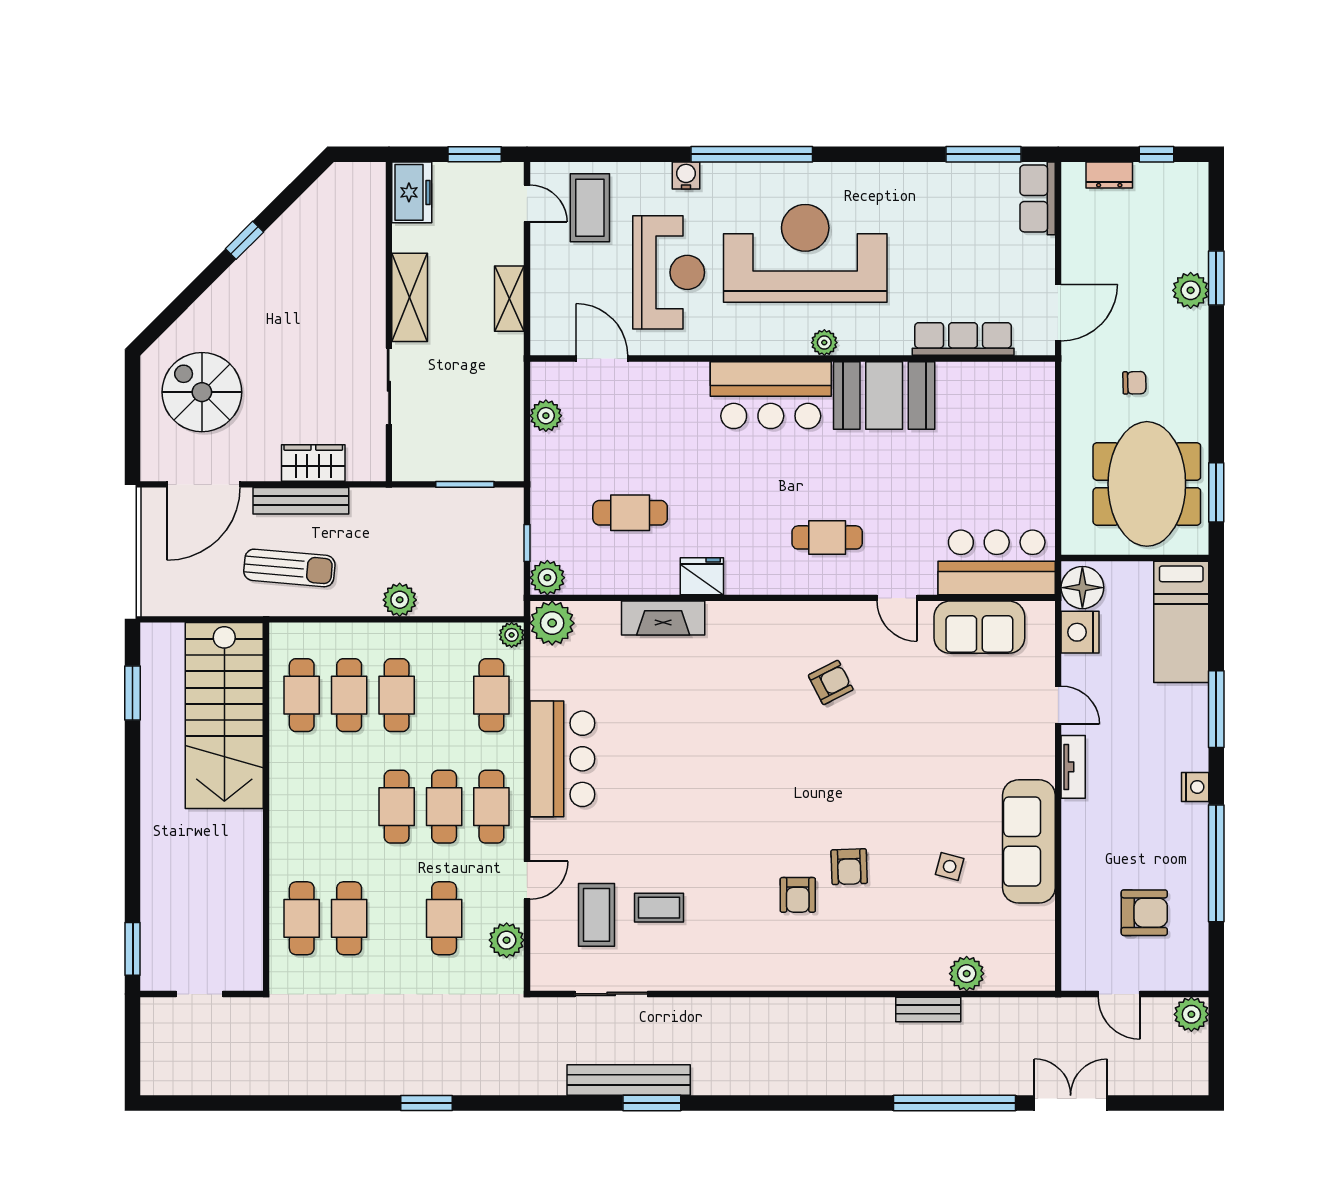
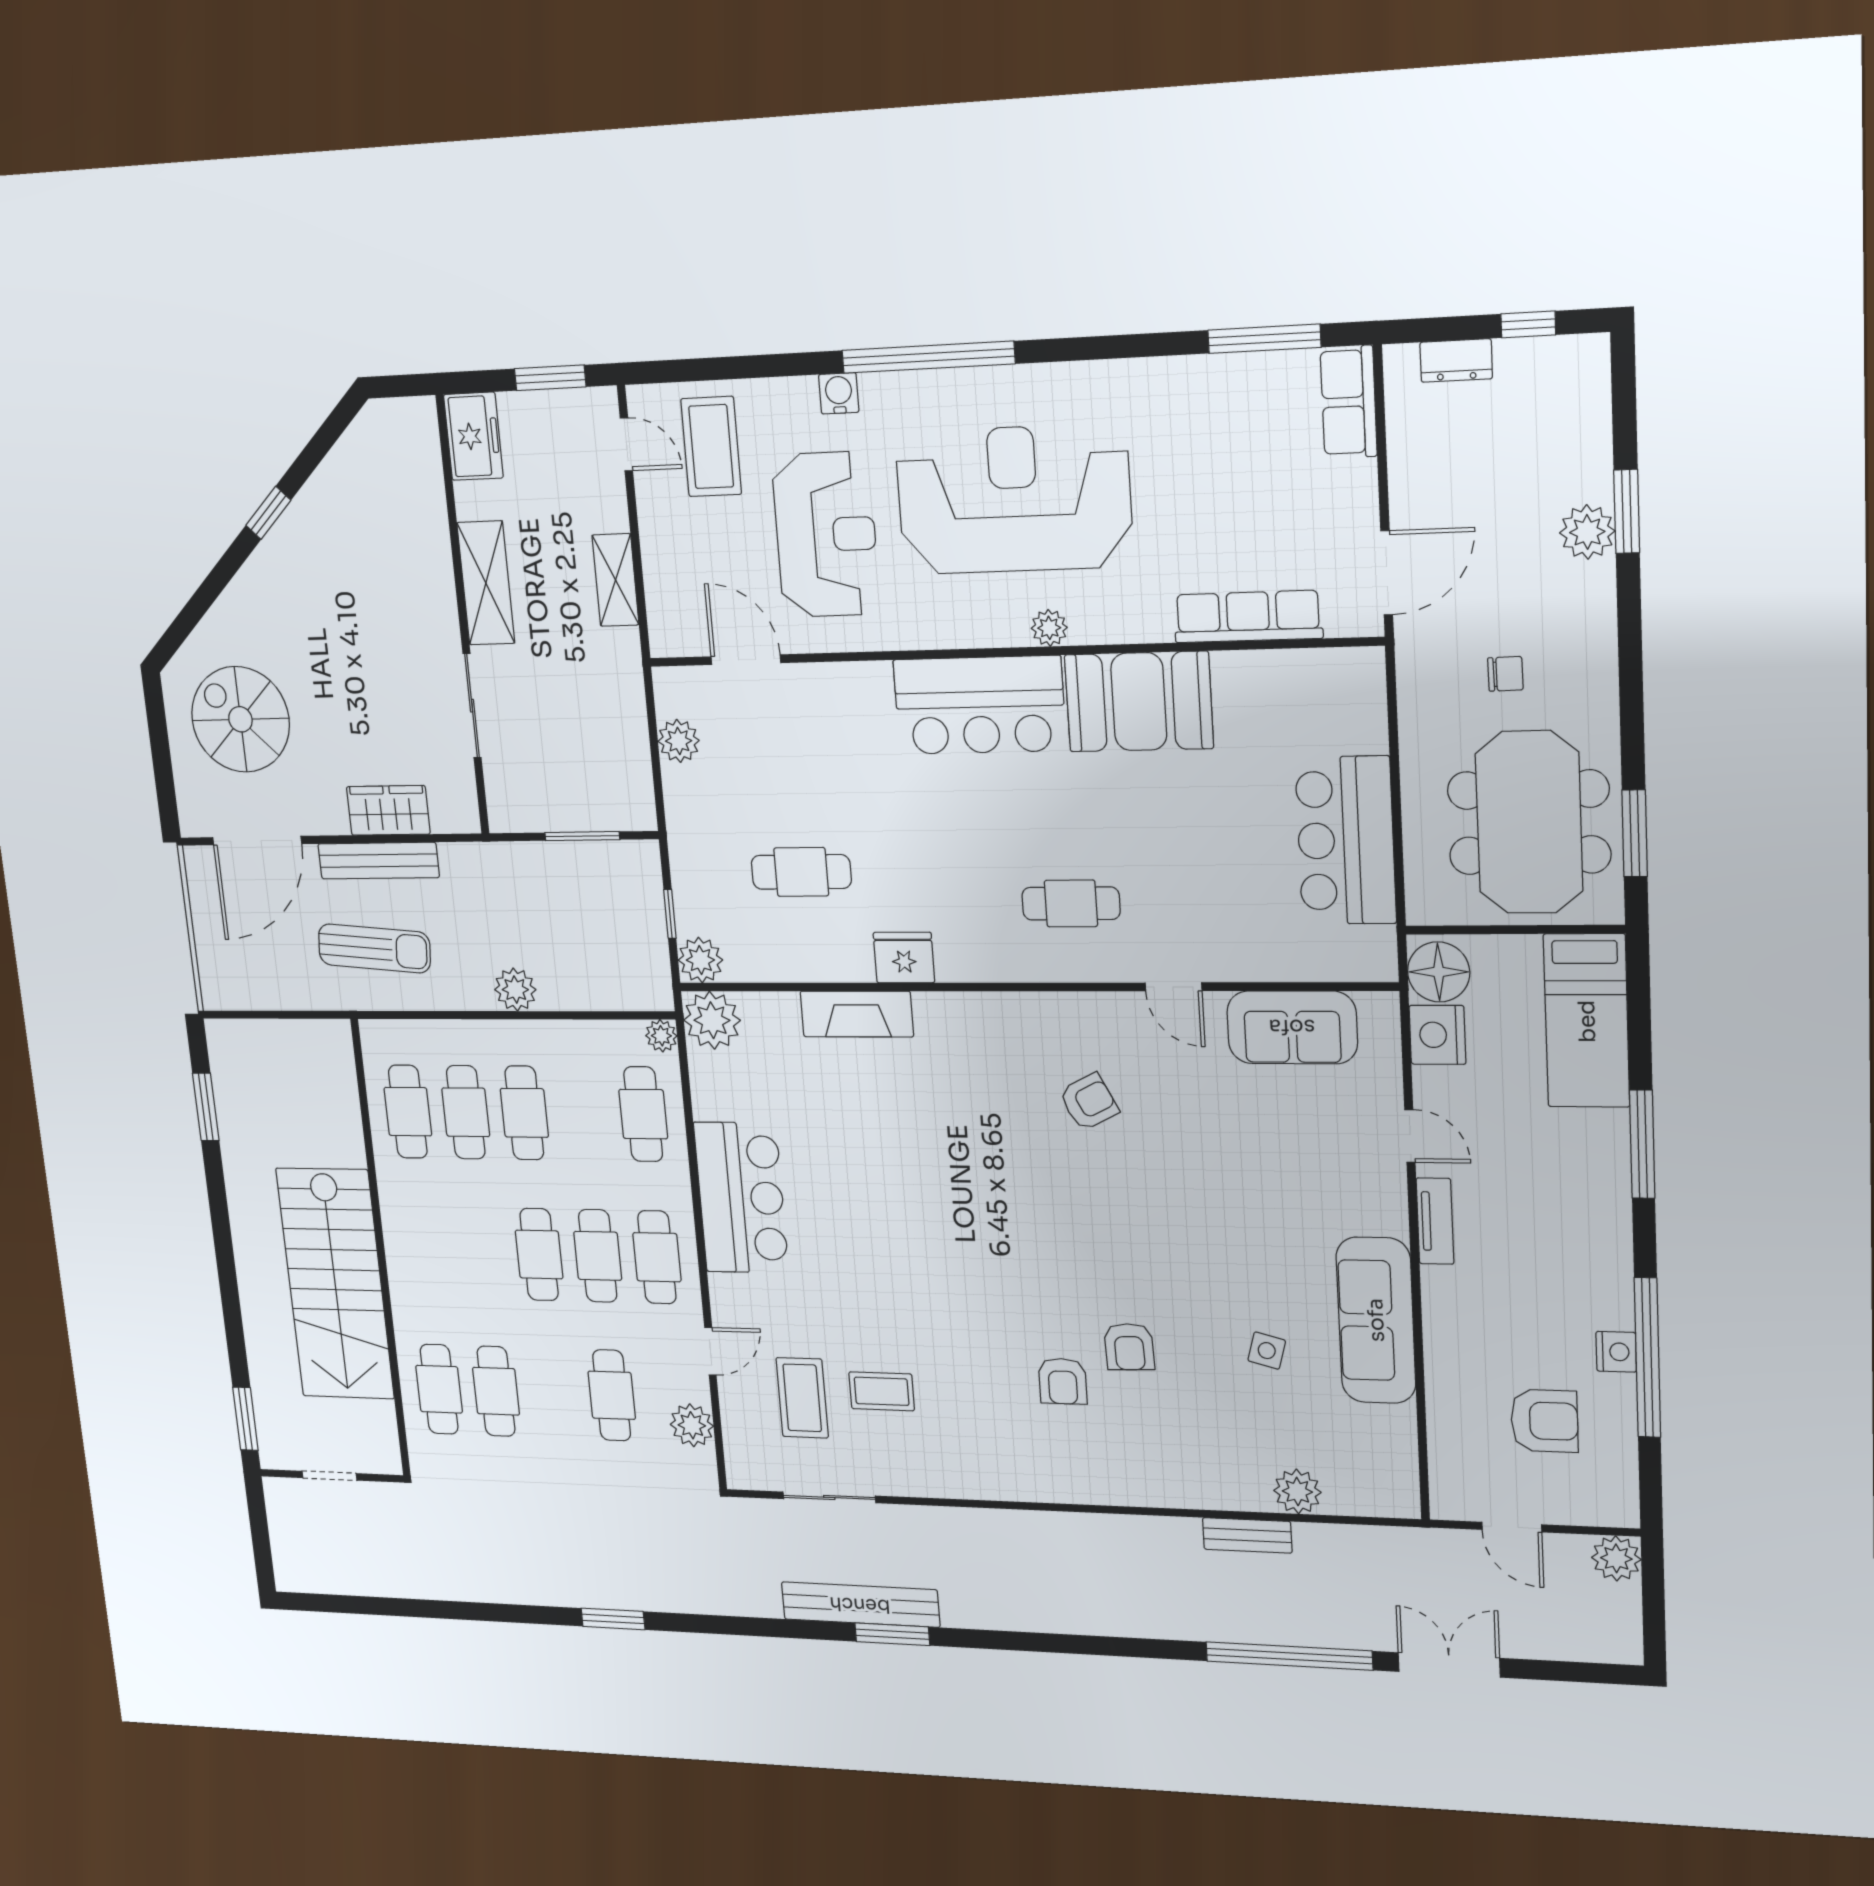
bar counter: (997, 562) -> (1346, 841), moved, turned -90
stairs: (224, 716) -> (335, 1284), moved
nightstand: (1195, 787) -> (1616, 1352), moved

